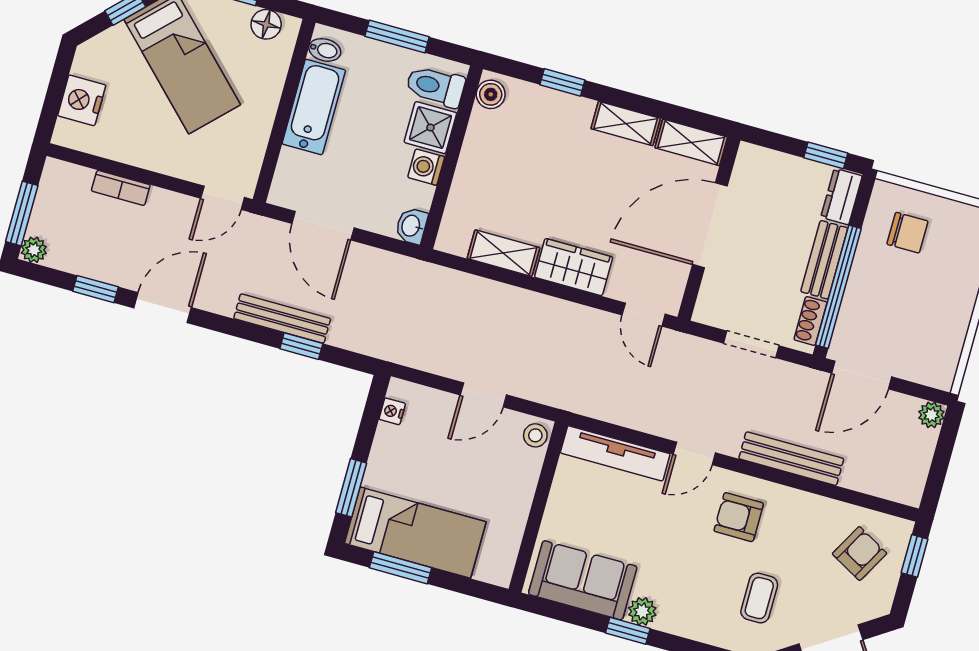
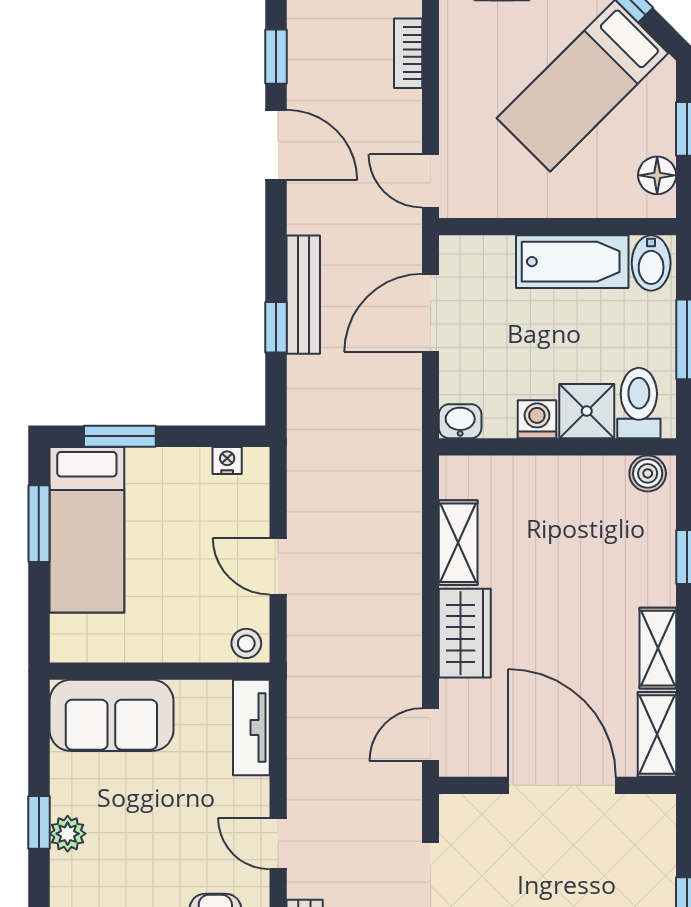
bidet: (325, 50) -> (651, 263), width x1.38, depth x1.36
tv unit: (615, 453) -> (251, 727), width x0.71
sofa: (583, 580) -> (111, 715), moved, turned 90

